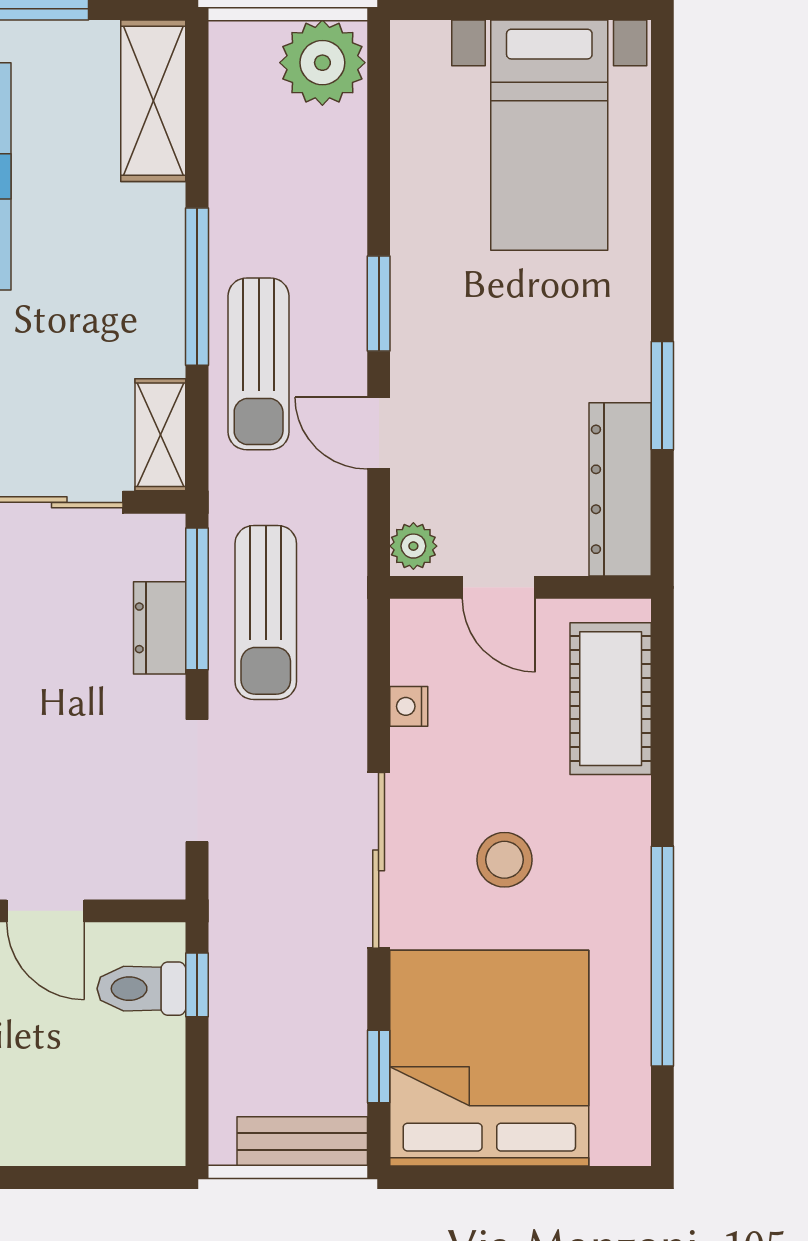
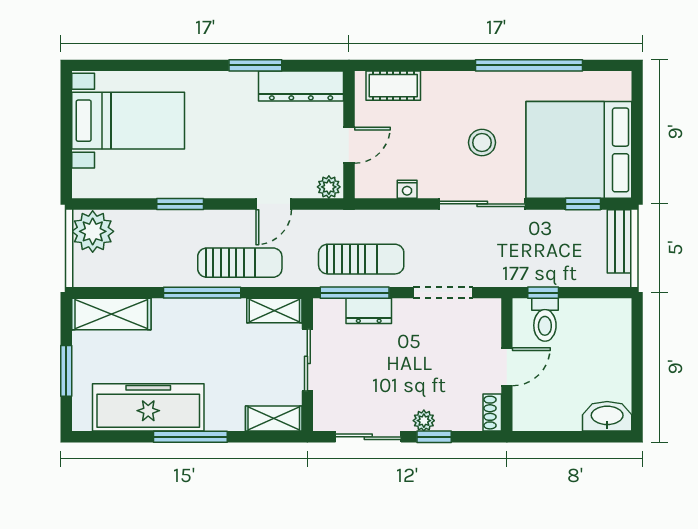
window: (379, 304) -> (180, 204), moved
cot: (611, 699) -> (393, 86), width x0.73, depth x0.75

